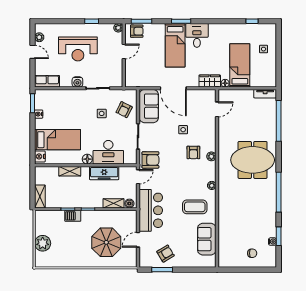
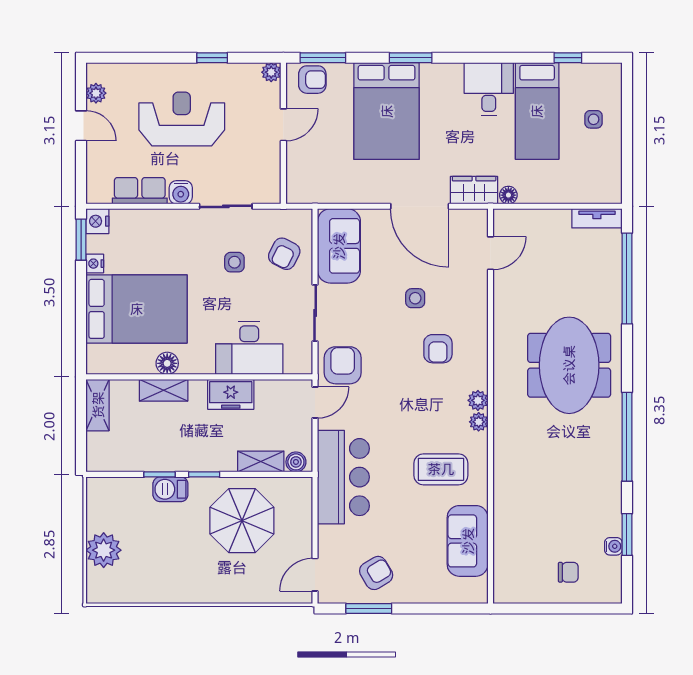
desk: (197, 35) -> (489, 89), moved
bed: (175, 45) -> (387, 111), width x1.50
reception desk: (78, 49) -> (182, 119), turned 180
bed: (240, 65) -> (537, 111), moved, turned 180
row of seats: (47, 81) -> (140, 191), moved
door: (173, 88) -> (420, 206), moved
bed: (57, 140) -> (137, 309), width x1.50
nightstand: (40, 156) -> (97, 221), moved
plant: (211, 156) -> (478, 400), moved
floor lamp: (87, 159) -> (167, 363), moved
armchair: (150, 160) -> (343, 365), turned -90
meeting table: (253, 160) -> (569, 365), turned 90
freezer: (104, 173) -> (231, 394), width x0.71
shelving: (40, 196) -> (98, 405), moved
door: (138, 240) -> (315, 575), moved
parasol: (106, 242) -> (242, 521), moved

